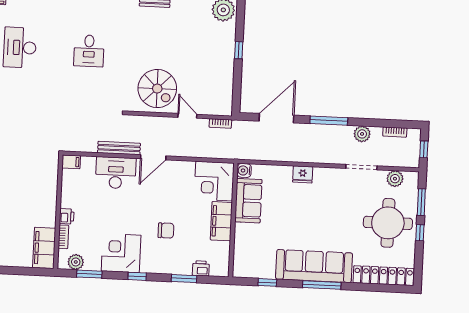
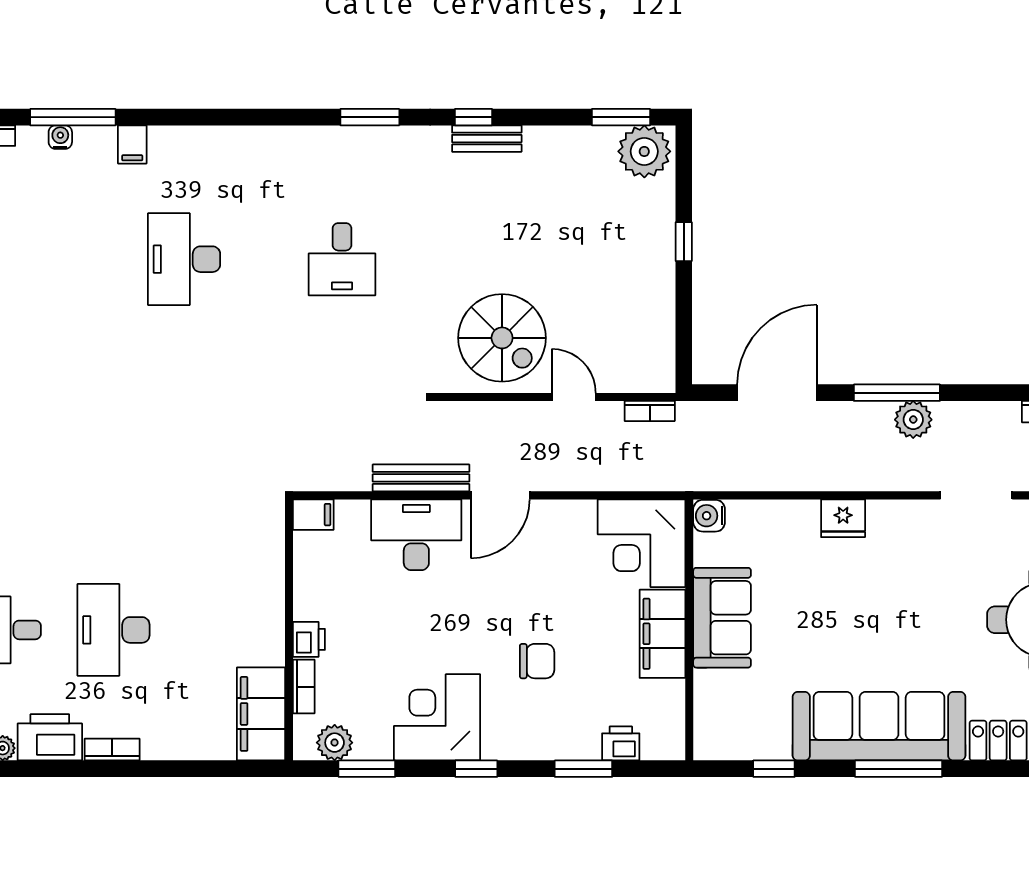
plant: (362, 134) -> (913, 420), moved
sofa: (248, 201) -> (722, 618), moved

